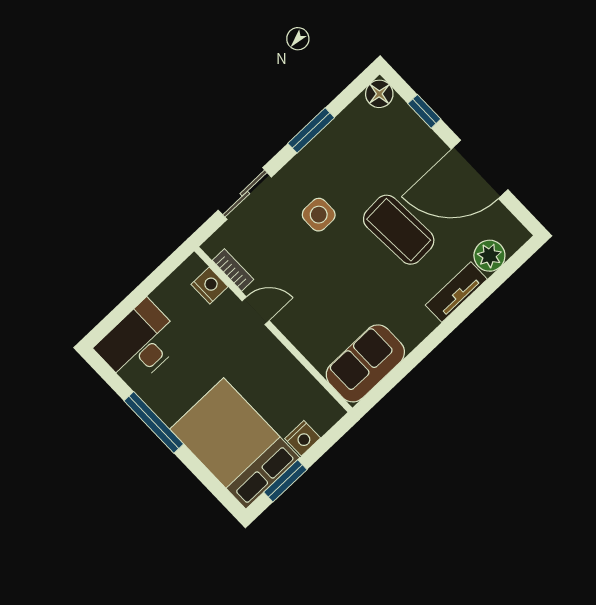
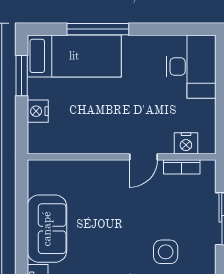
sofa: (365, 363) -> (47, 229), moved
window: (154, 422) -> (98, 29), moved
bed: (235, 443) -> (74, 56), width x0.67

